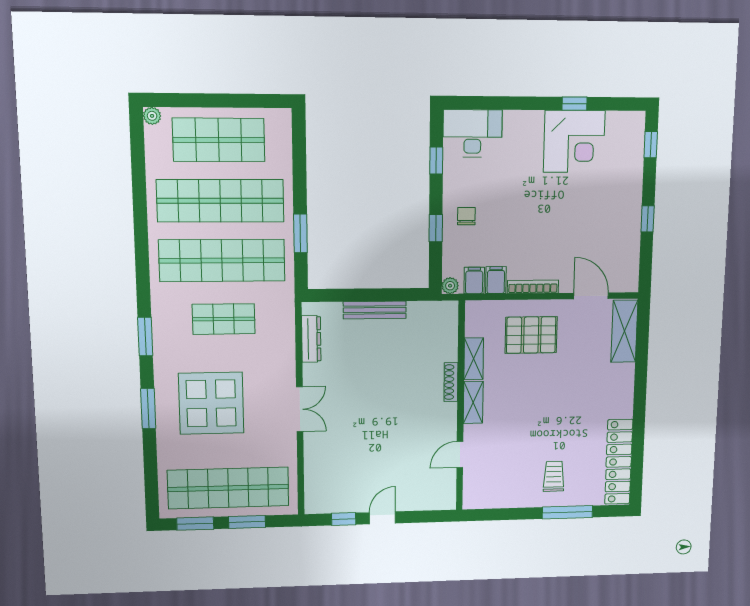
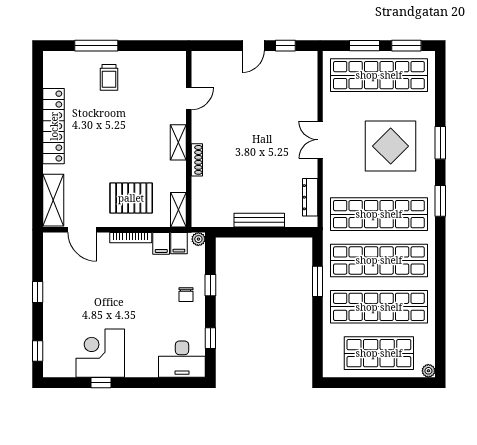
shop shelf: (224, 319) -> (379, 214), width x2.00, depth x1.36
shelving: (474, 359) -> (178, 210), moved
locker: (619, 462) -> (54, 126), moved

